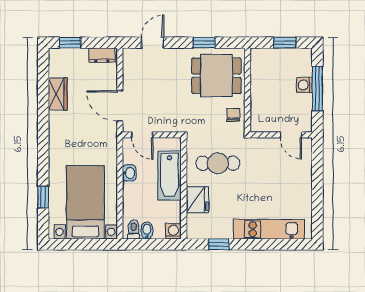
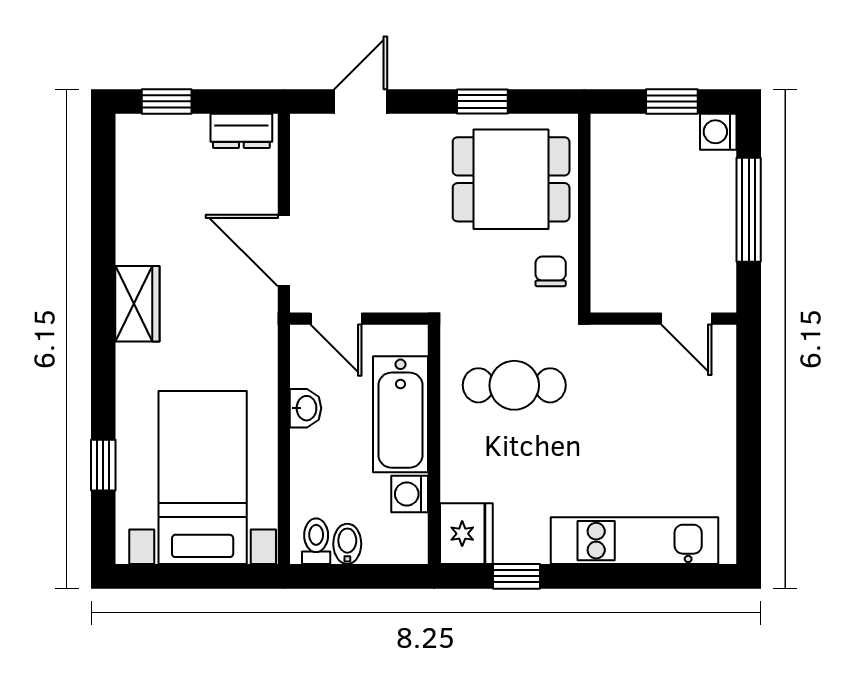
washing machine: (304, 85) -> (718, 132), moved
wardrobe: (58, 94) -> (137, 304), moved
fridge: (197, 200) -> (466, 534), moved
washing machine: (173, 231) -> (410, 494), moved, turned -90

